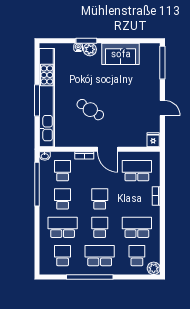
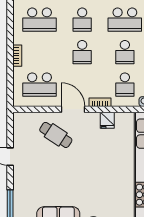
cafe table: (90, 110) -> (56, 135), moved
fridge: (153, 140) -> (107, 120), moved

